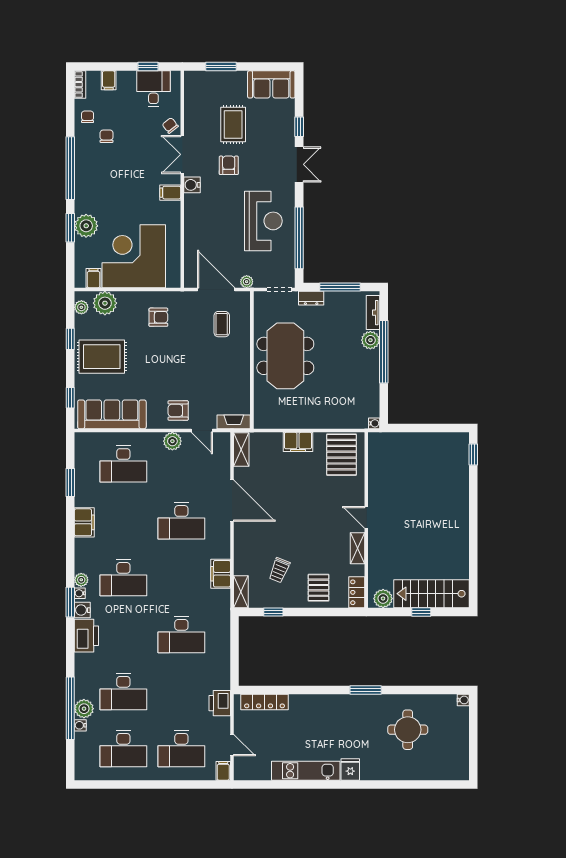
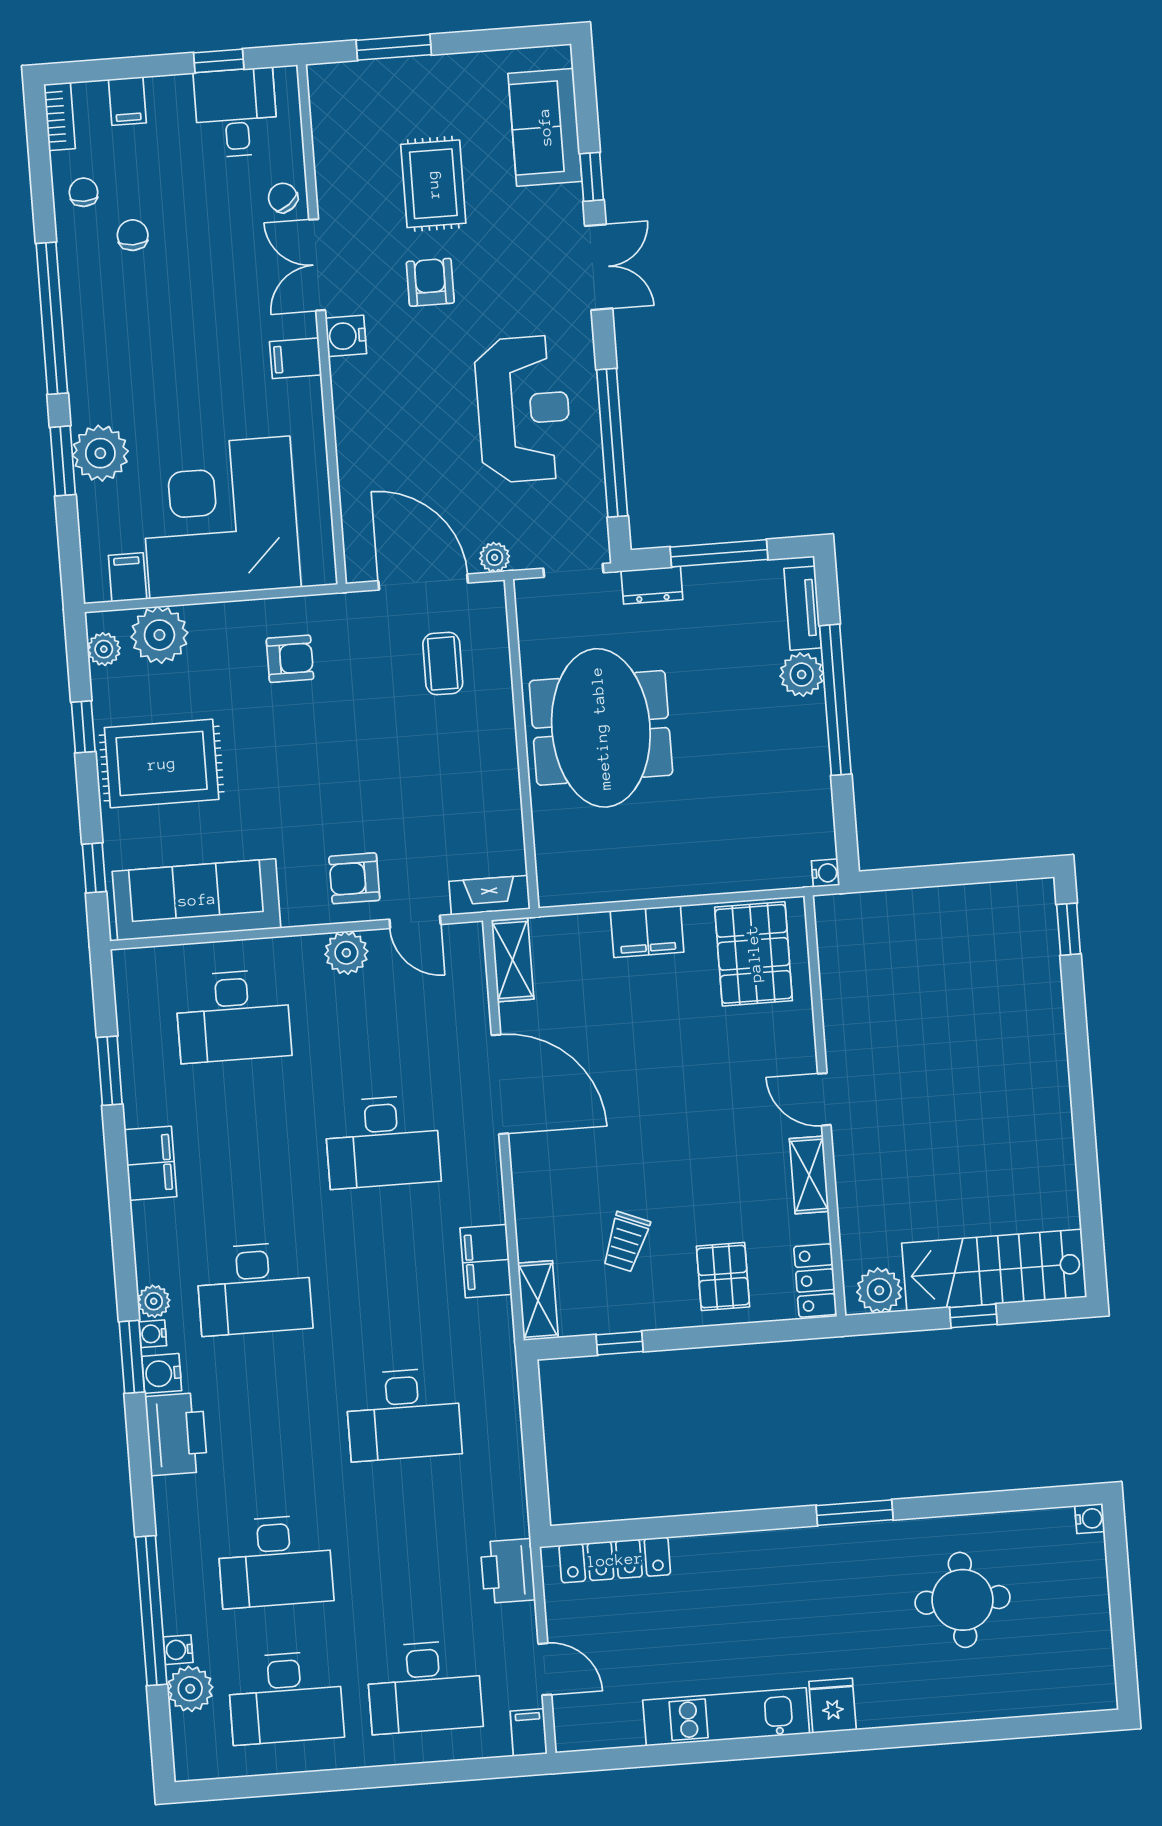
sofa: (271, 84) -> (545, 127), moved, turned 90
plant: (84, 709) -> (190, 1689), moved

